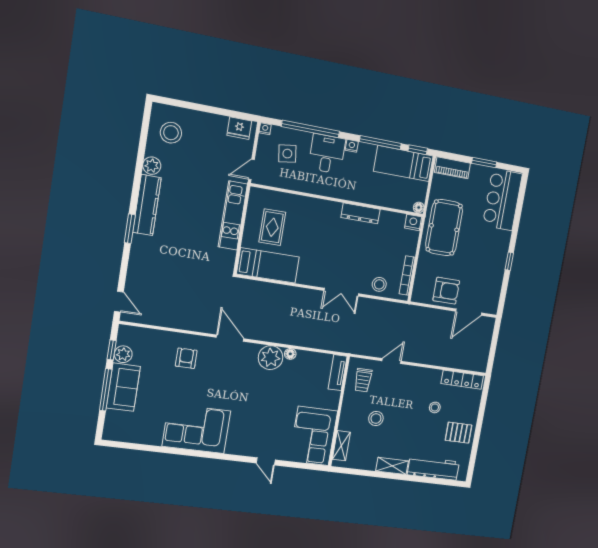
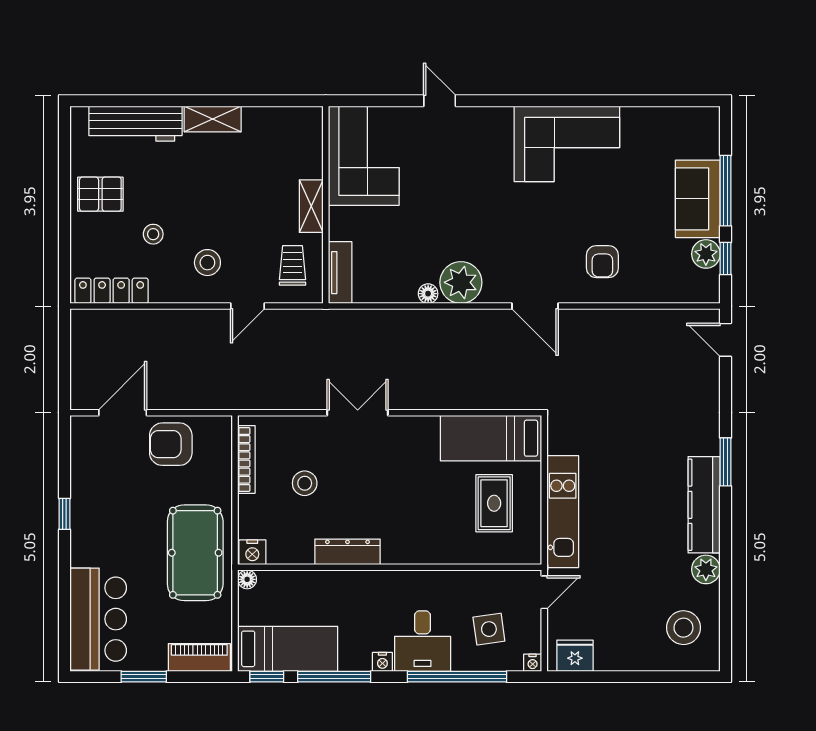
stool: (379, 284) -> (305, 483), moved
stool: (376, 418) -> (207, 263), moved
shelving: (341, 446) -> (311, 206), moved

